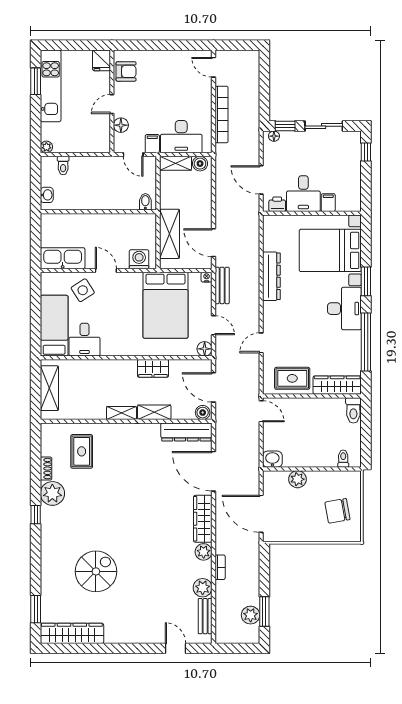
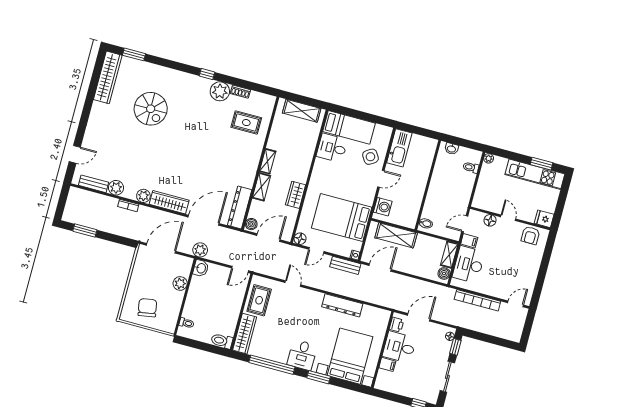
desk: (344, 309) -> (302, 355), width x0.73
plant: (251, 615) -> (200, 250), moved

